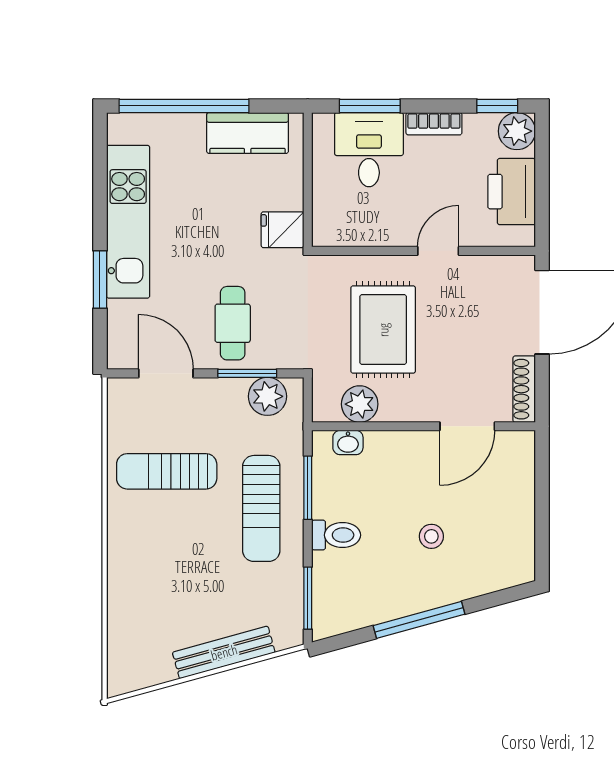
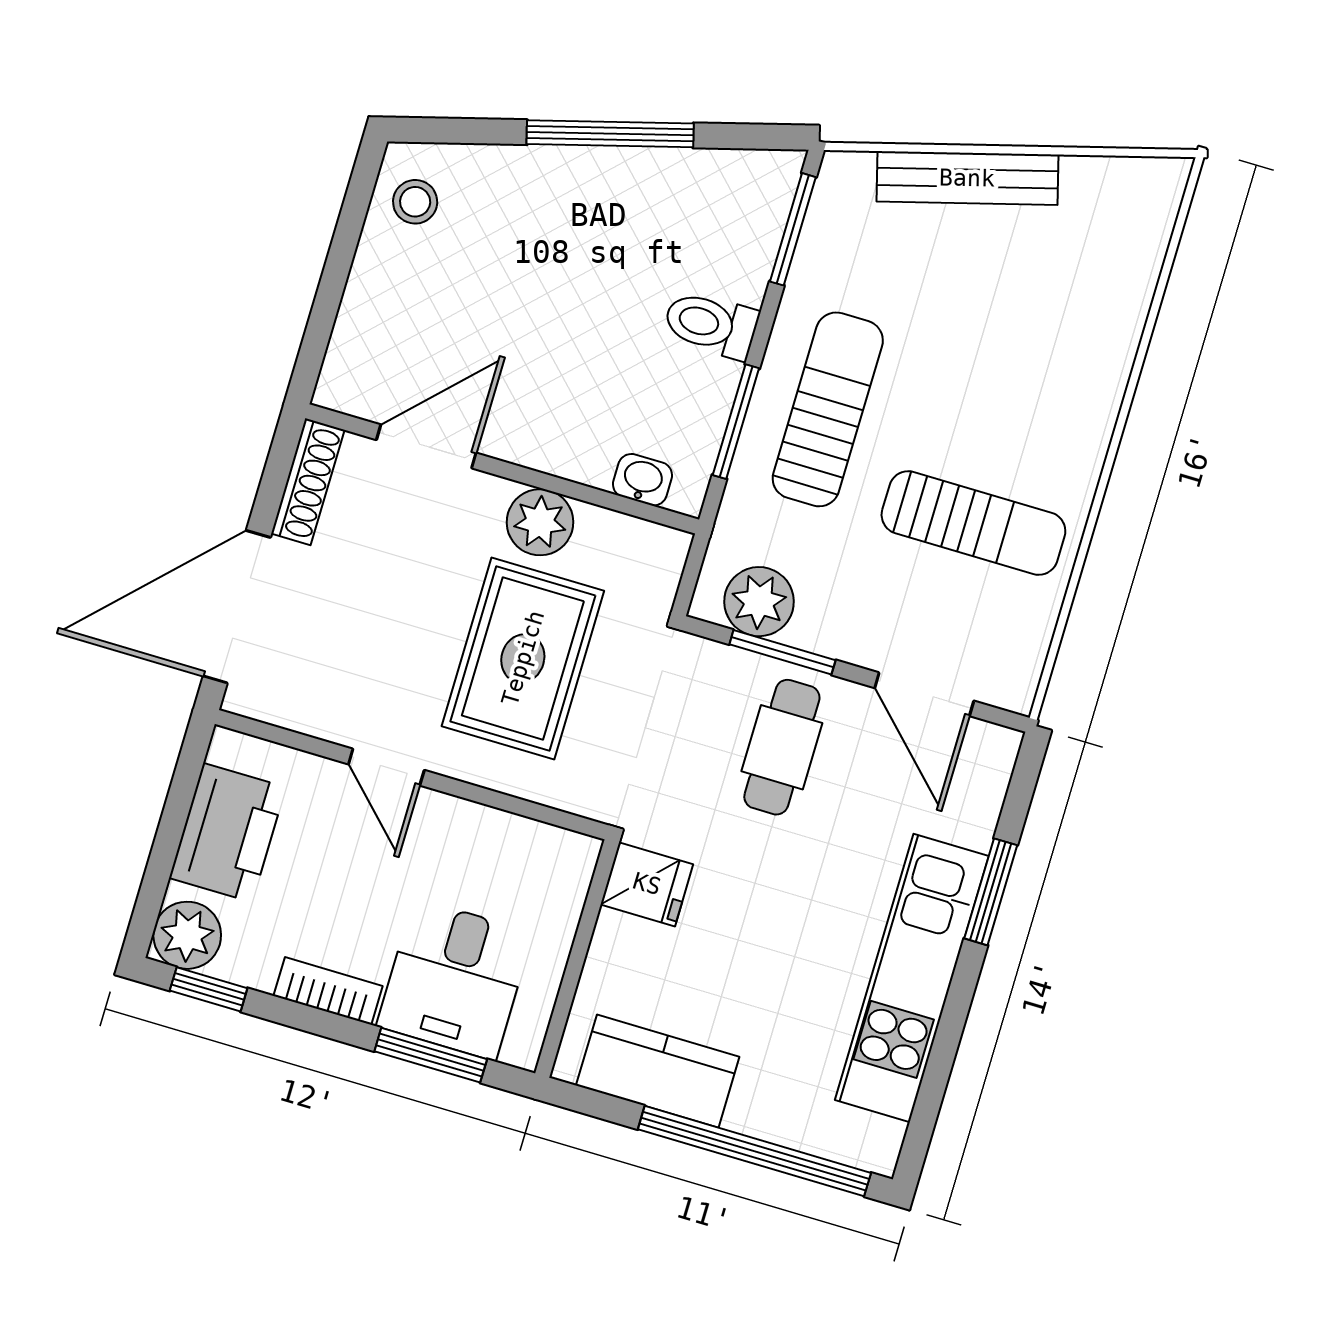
door: (438, 251) -> (386, 767), hinge flipped
plant: (360, 404) -> (540, 522), moved
stool: (431, 536) -> (415, 202), moved

